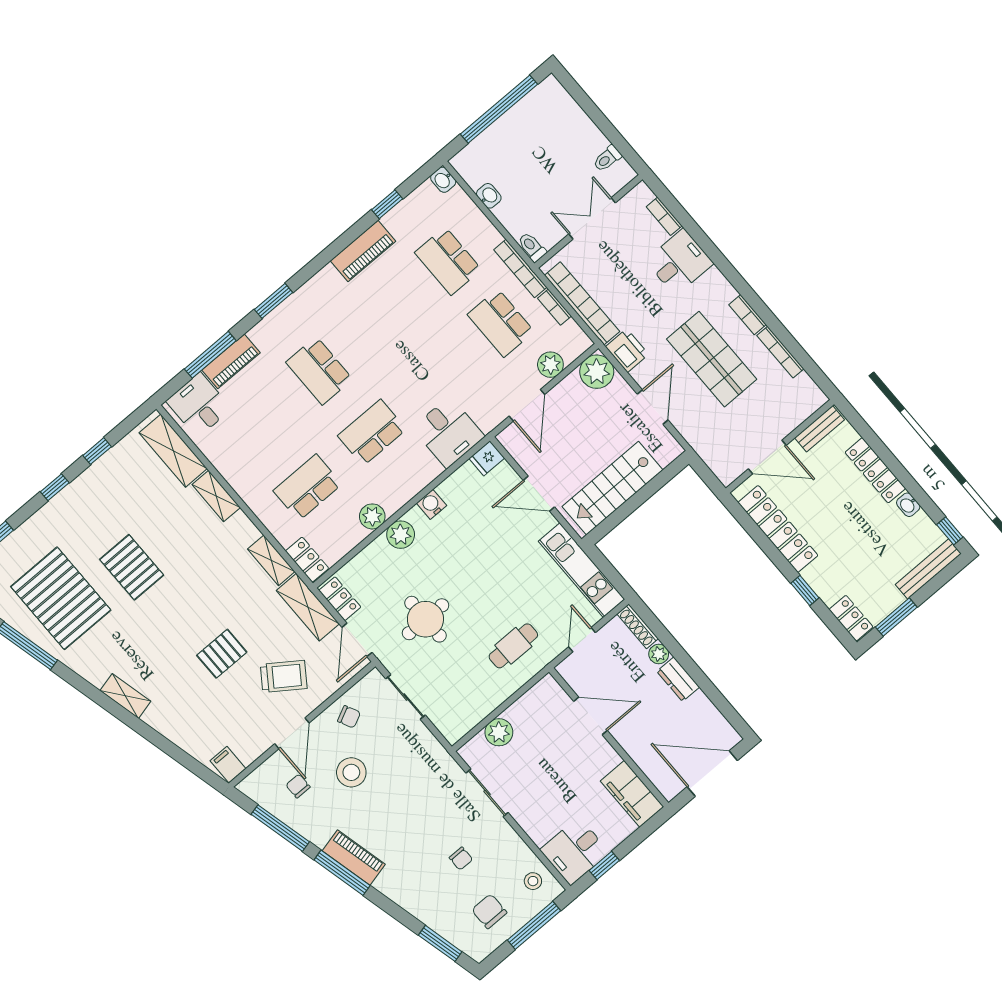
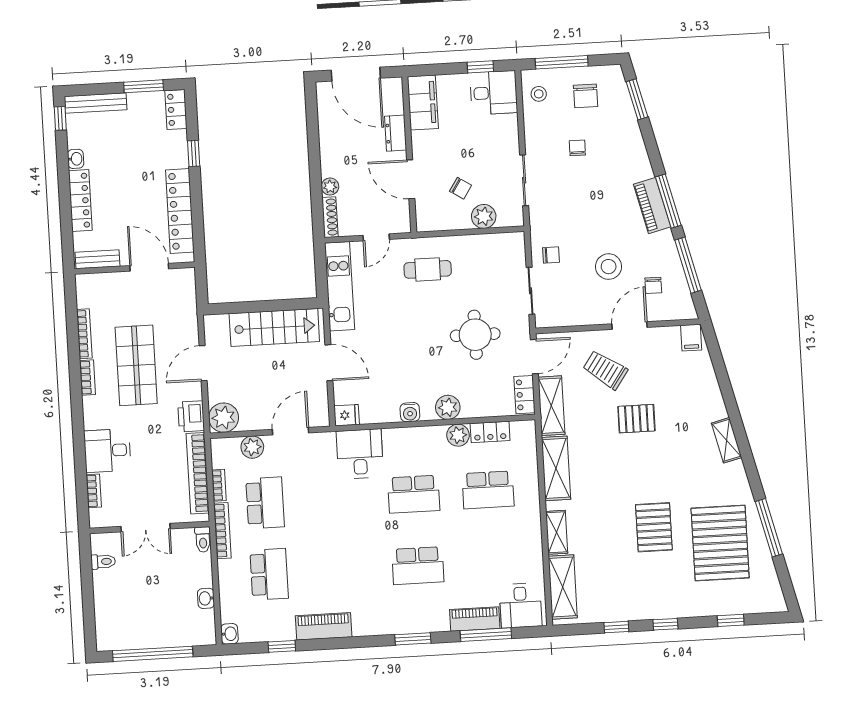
school desk: (319, 371) -> (418, 566), turned 90
shelving: (271, 560) -> (556, 468), width x1.50, depth x1.33
locker: (307, 560) -> (490, 432), moved, turned -90
dresser: (678, 679) -> (396, 133), moved, turned 180
chair: (349, 717) -> (551, 255), moved, turned 116
chair: (539, 742) -> (461, 188), added

